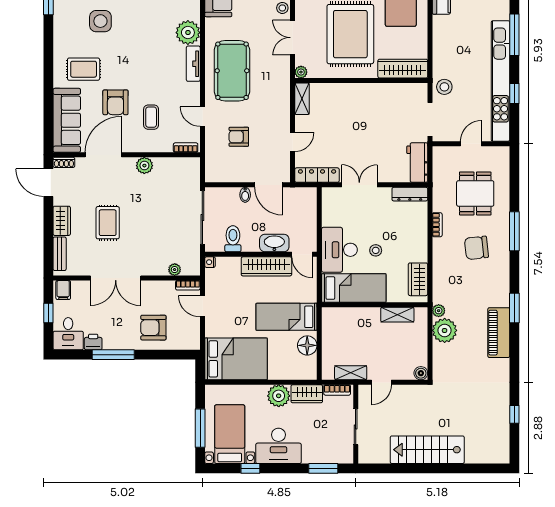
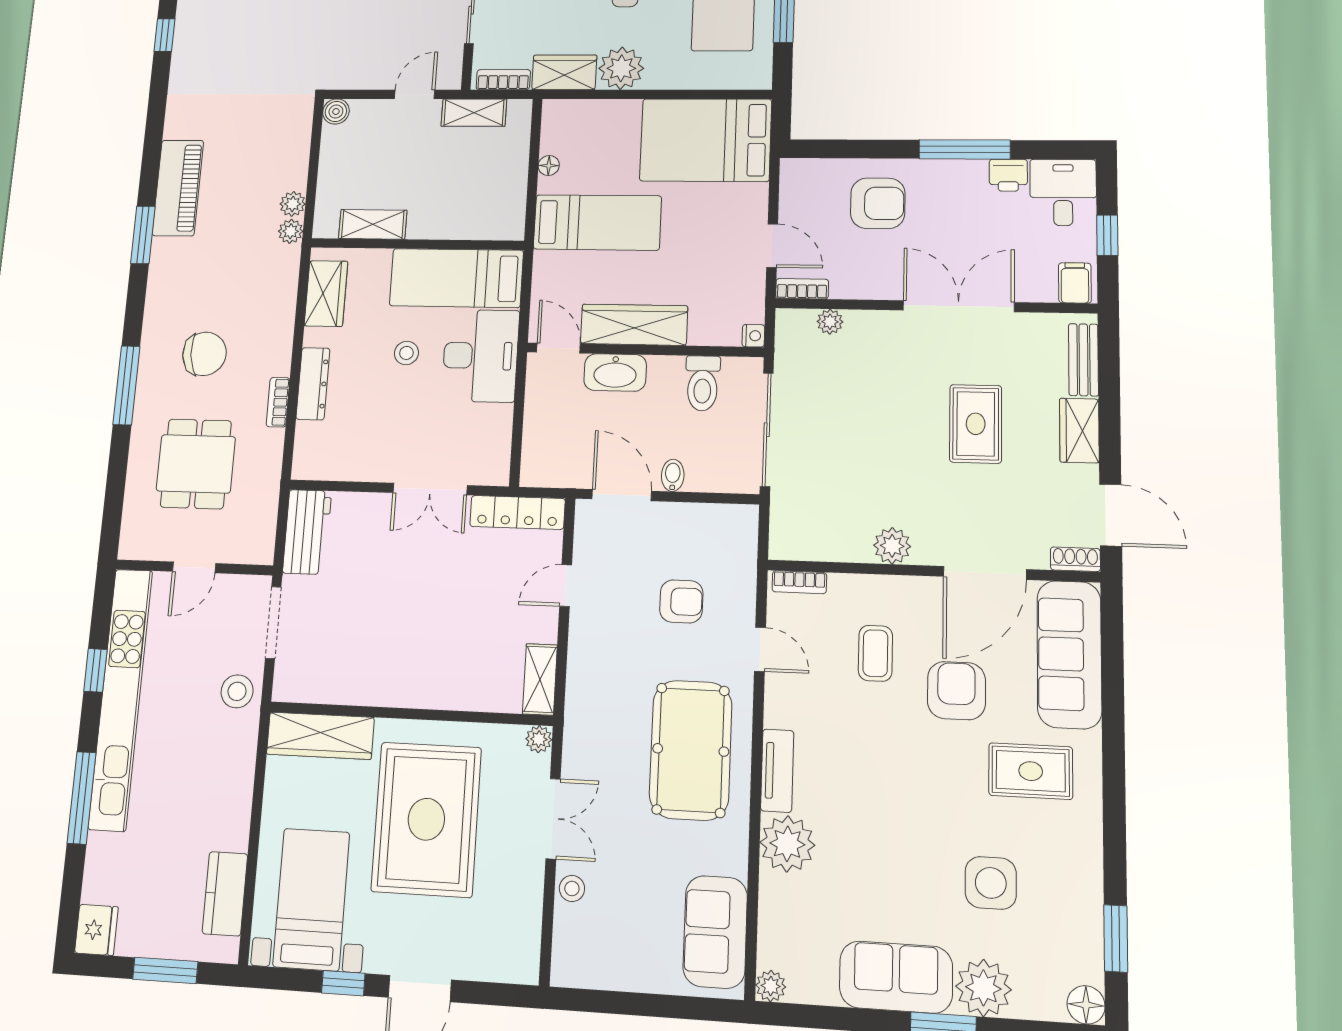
dresser: (410, 194) -> (313, 384), moved, turned 90
plant: (445, 330) -> (293, 204), width x0.53, depth x0.53
floor lamp: (307, 345) -> (549, 166), width x0.53, depth x0.53

